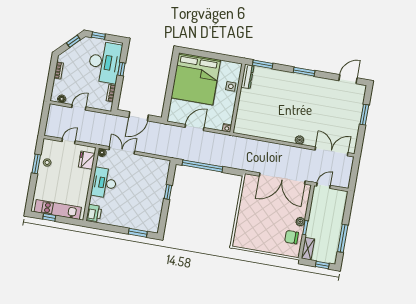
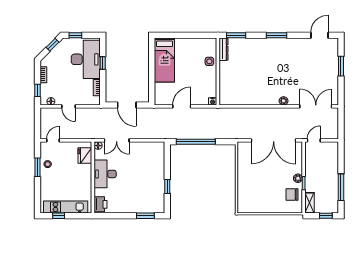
bed: (196, 79) -> (164, 60), width x0.49
window: (50, 85) -> (37, 90), added
door: (79, 107) -> (69, 106), swing flipped
door: (139, 116) -> (127, 105), hinge flipped
door: (69, 141) -> (53, 140), moved
double door: (122, 150) -> (117, 140), swing flipped
window: (168, 192) -> (167, 186), moved

